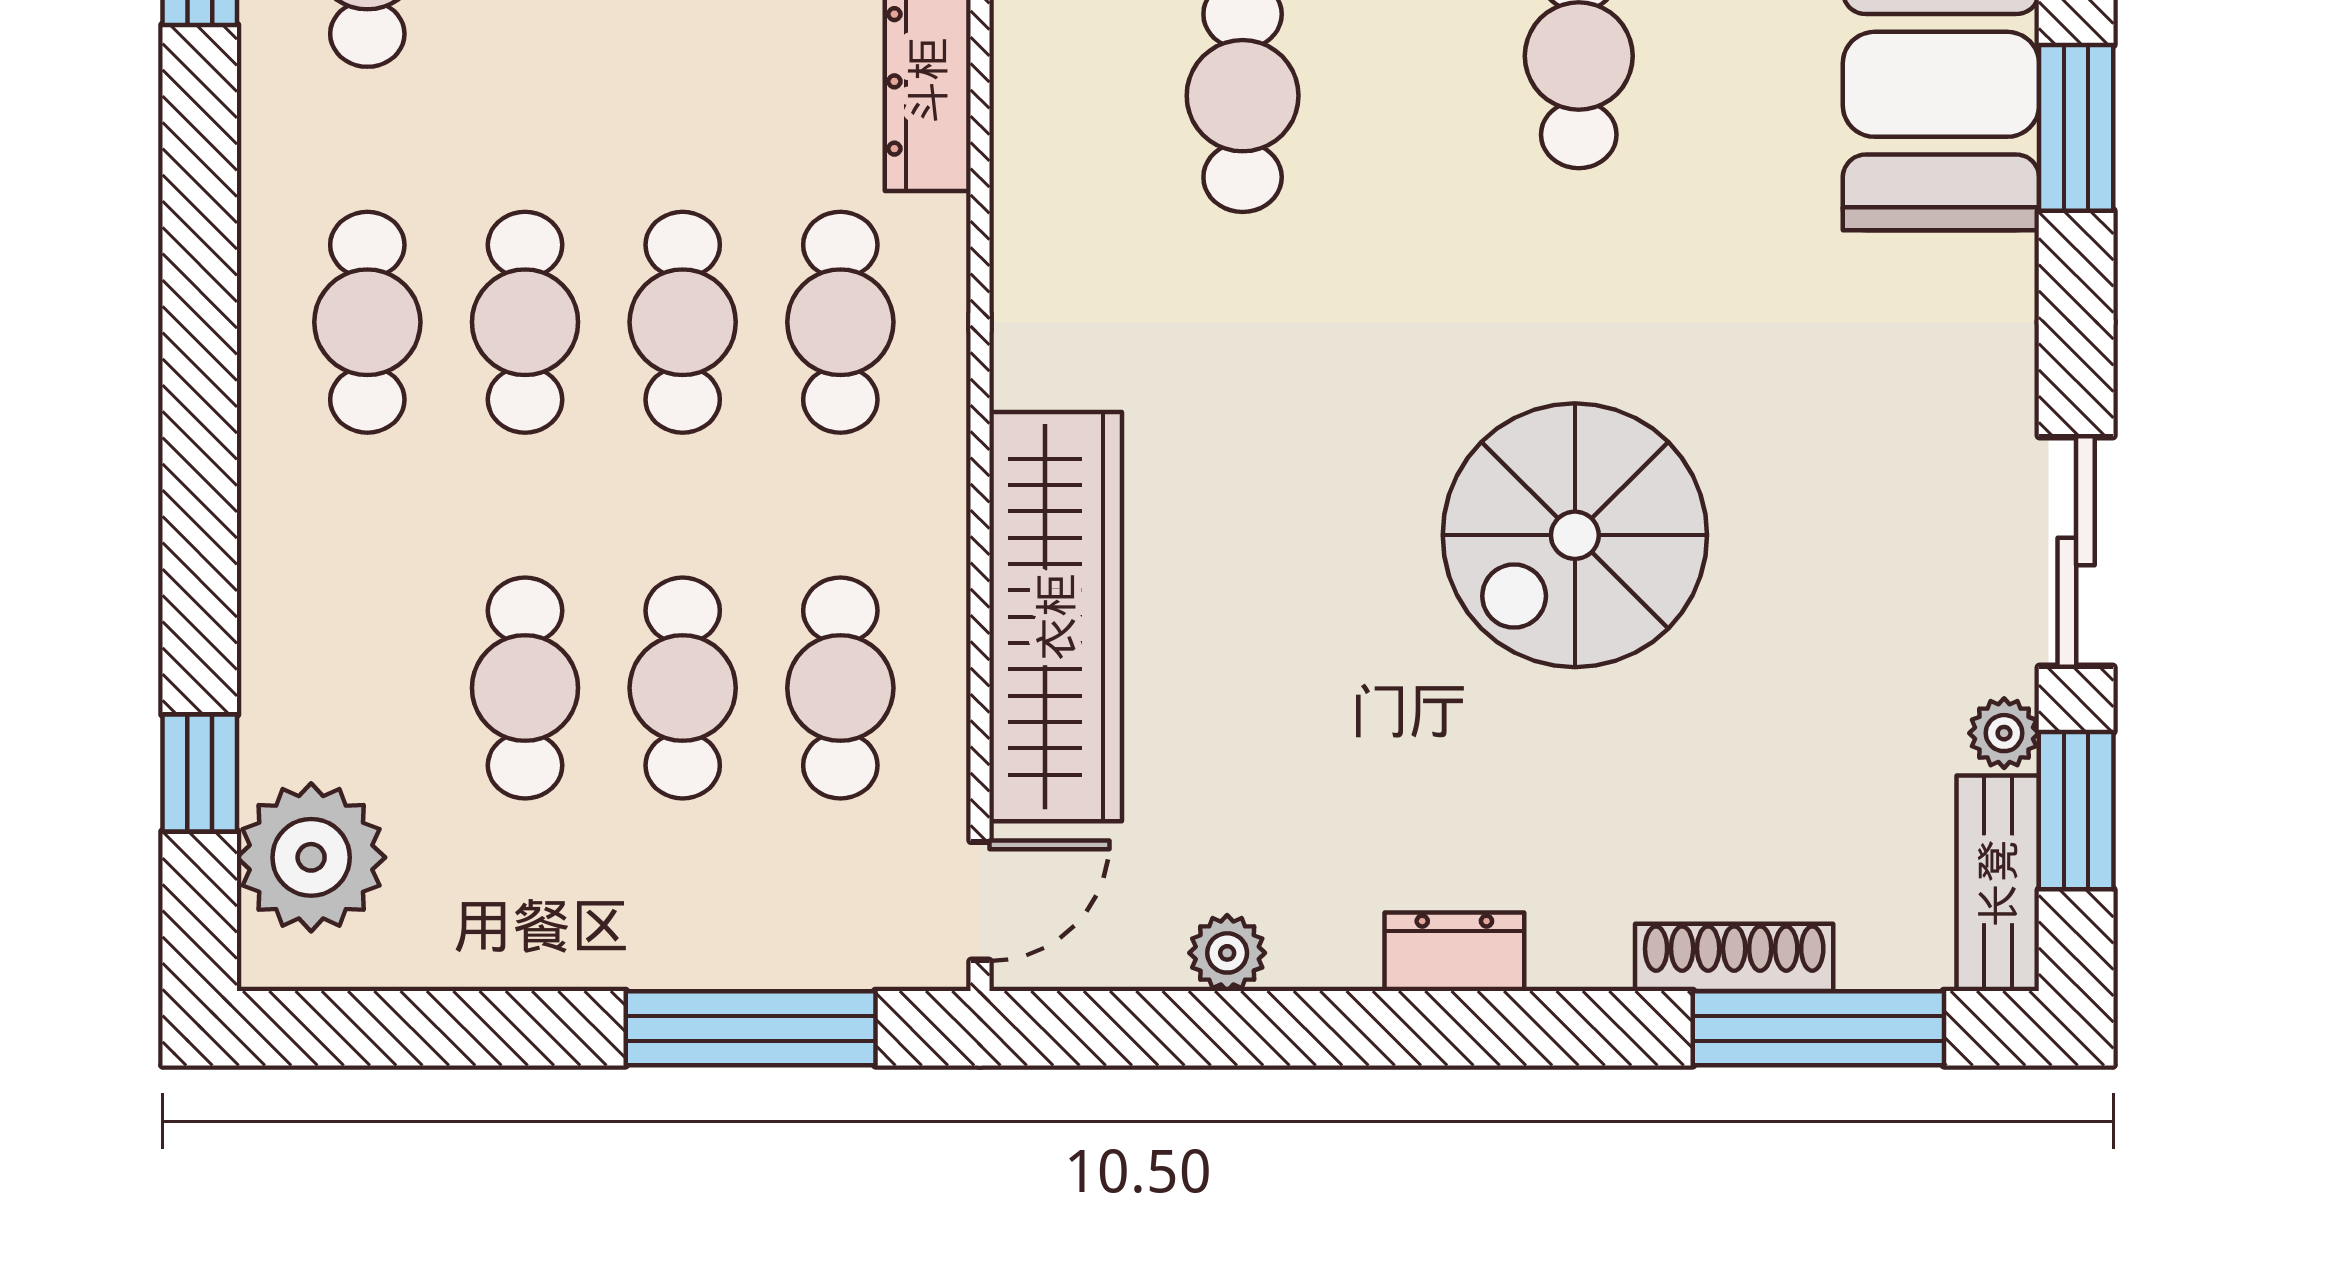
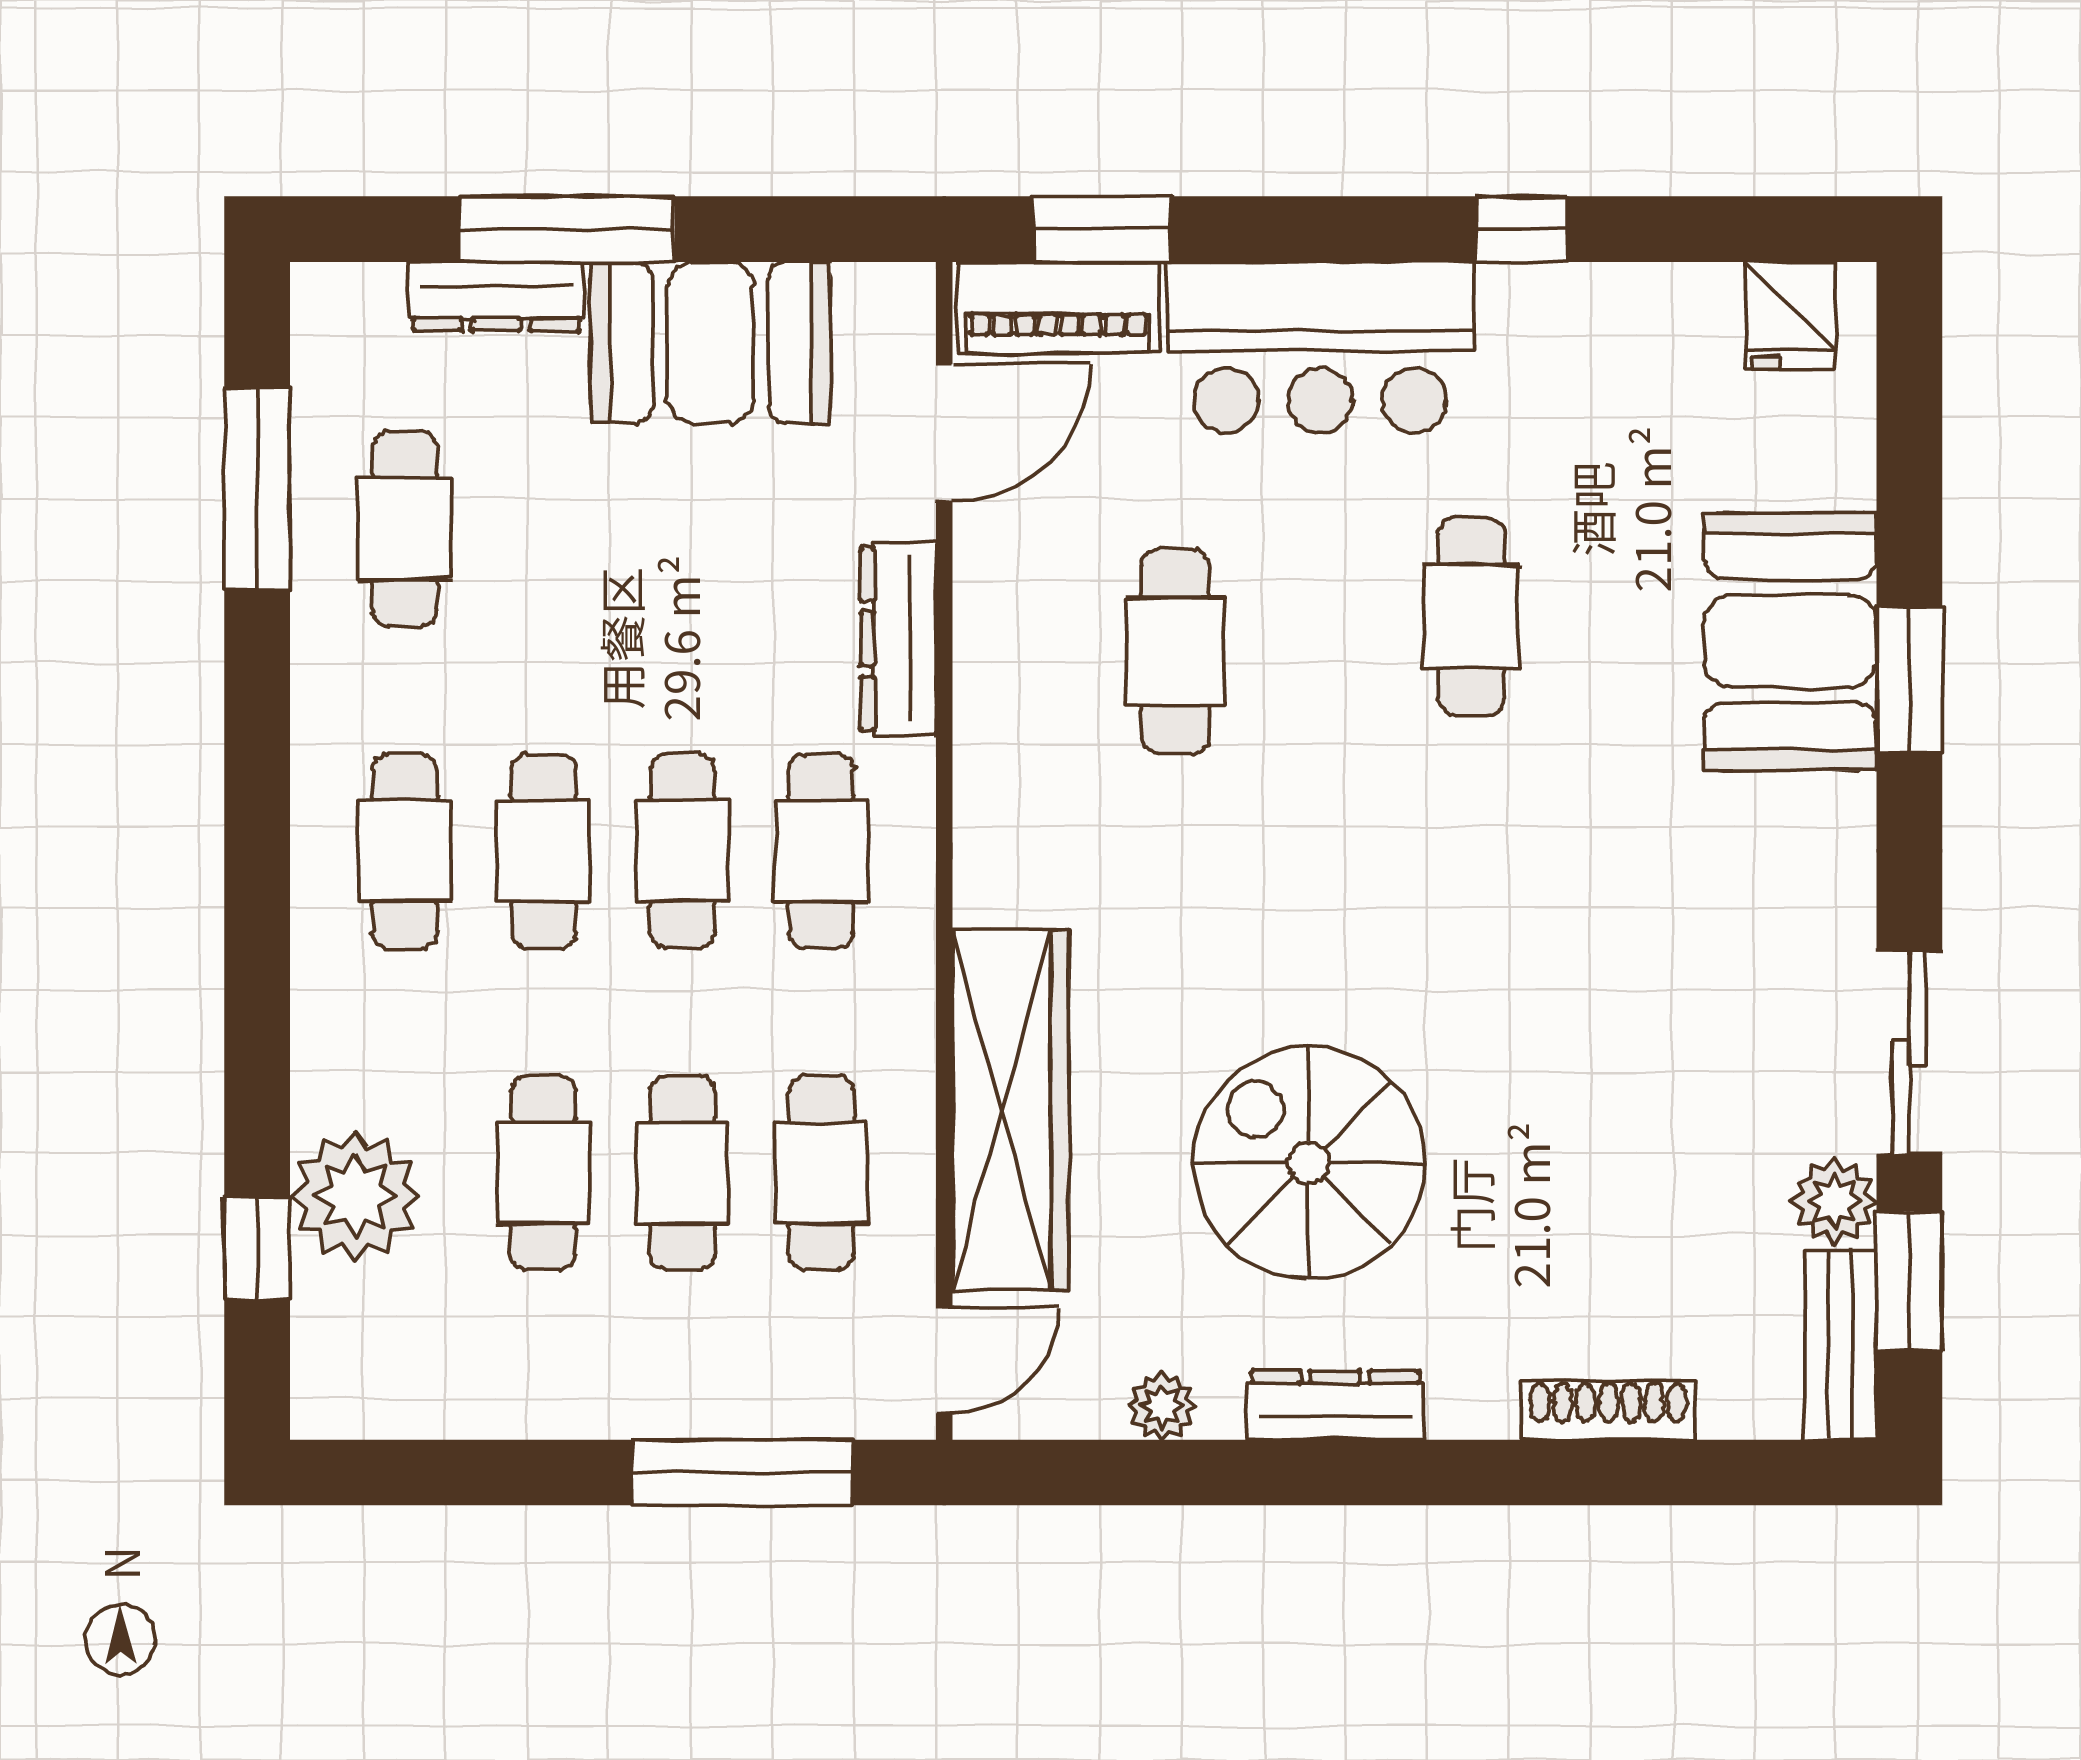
spiral stairs: (1575, 535) -> (1309, 1163), moved, turned 90
plant: (2004, 733) -> (1834, 1201), width x1.38, depth x1.38
plant: (311, 857) -> (355, 1196), moved
dresser: (1454, 952) -> (1335, 1405), width x1.44
window: (1818, 1028) -> (1682, 1473), removed

